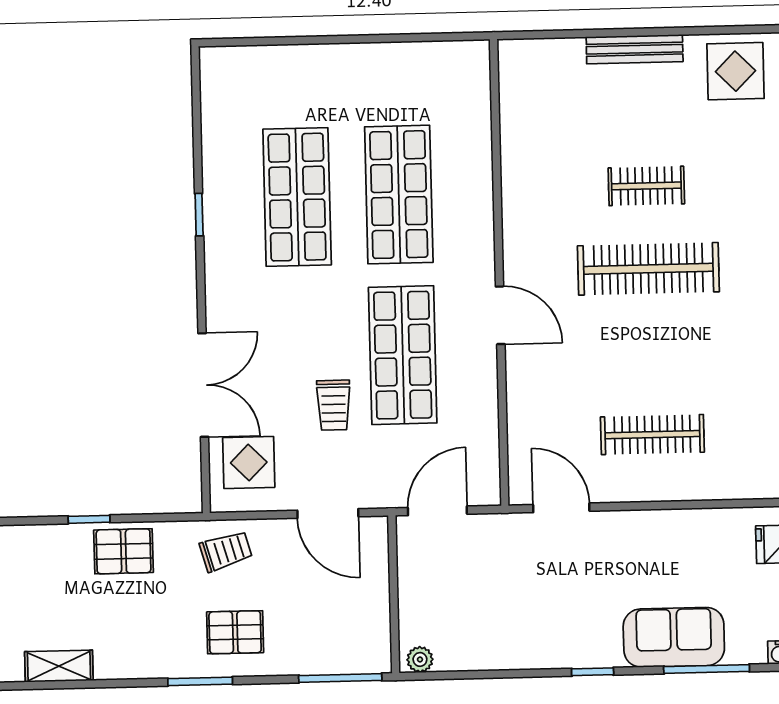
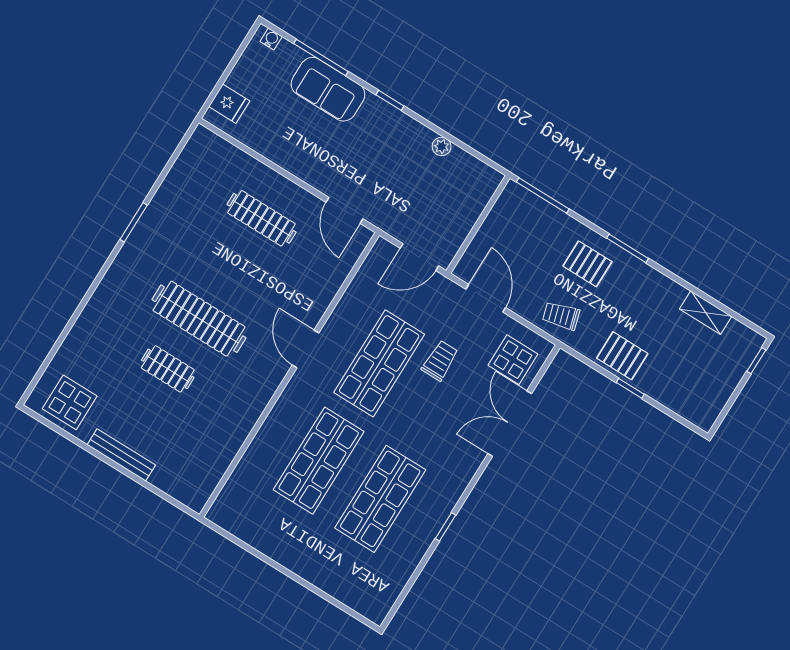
plant: (420, 659) -> (442, 146), moved

